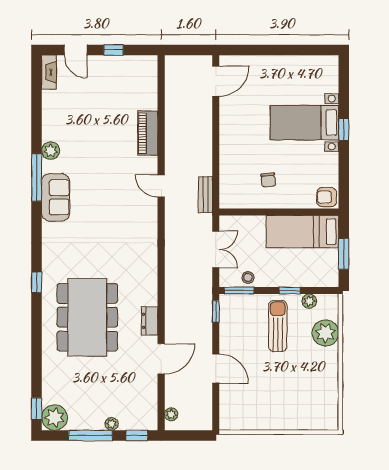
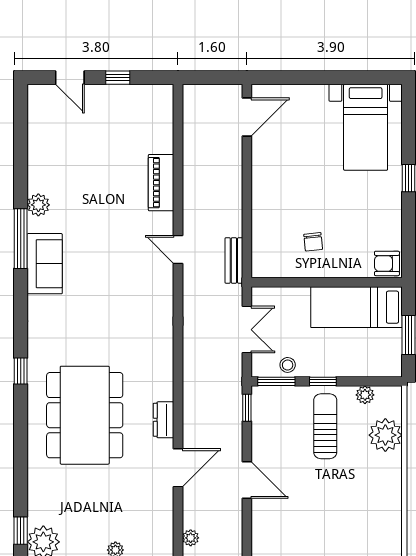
fireplace: (49, 72) -> (36, 106), removed
bed with nightstands: (304, 123) -> (366, 127), moved, turned -90
window: (290, 290) -> (323, 381), moved

